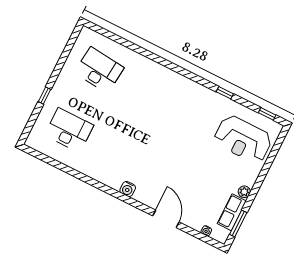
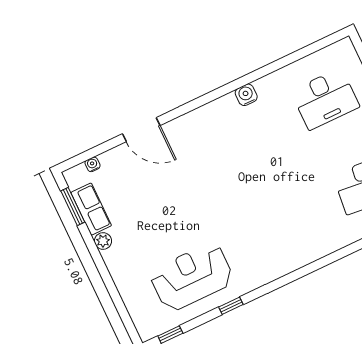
reception desk: (243, 139) -> (192, 277), moved
water cooler: (128, 189) -> (246, 95), moved

